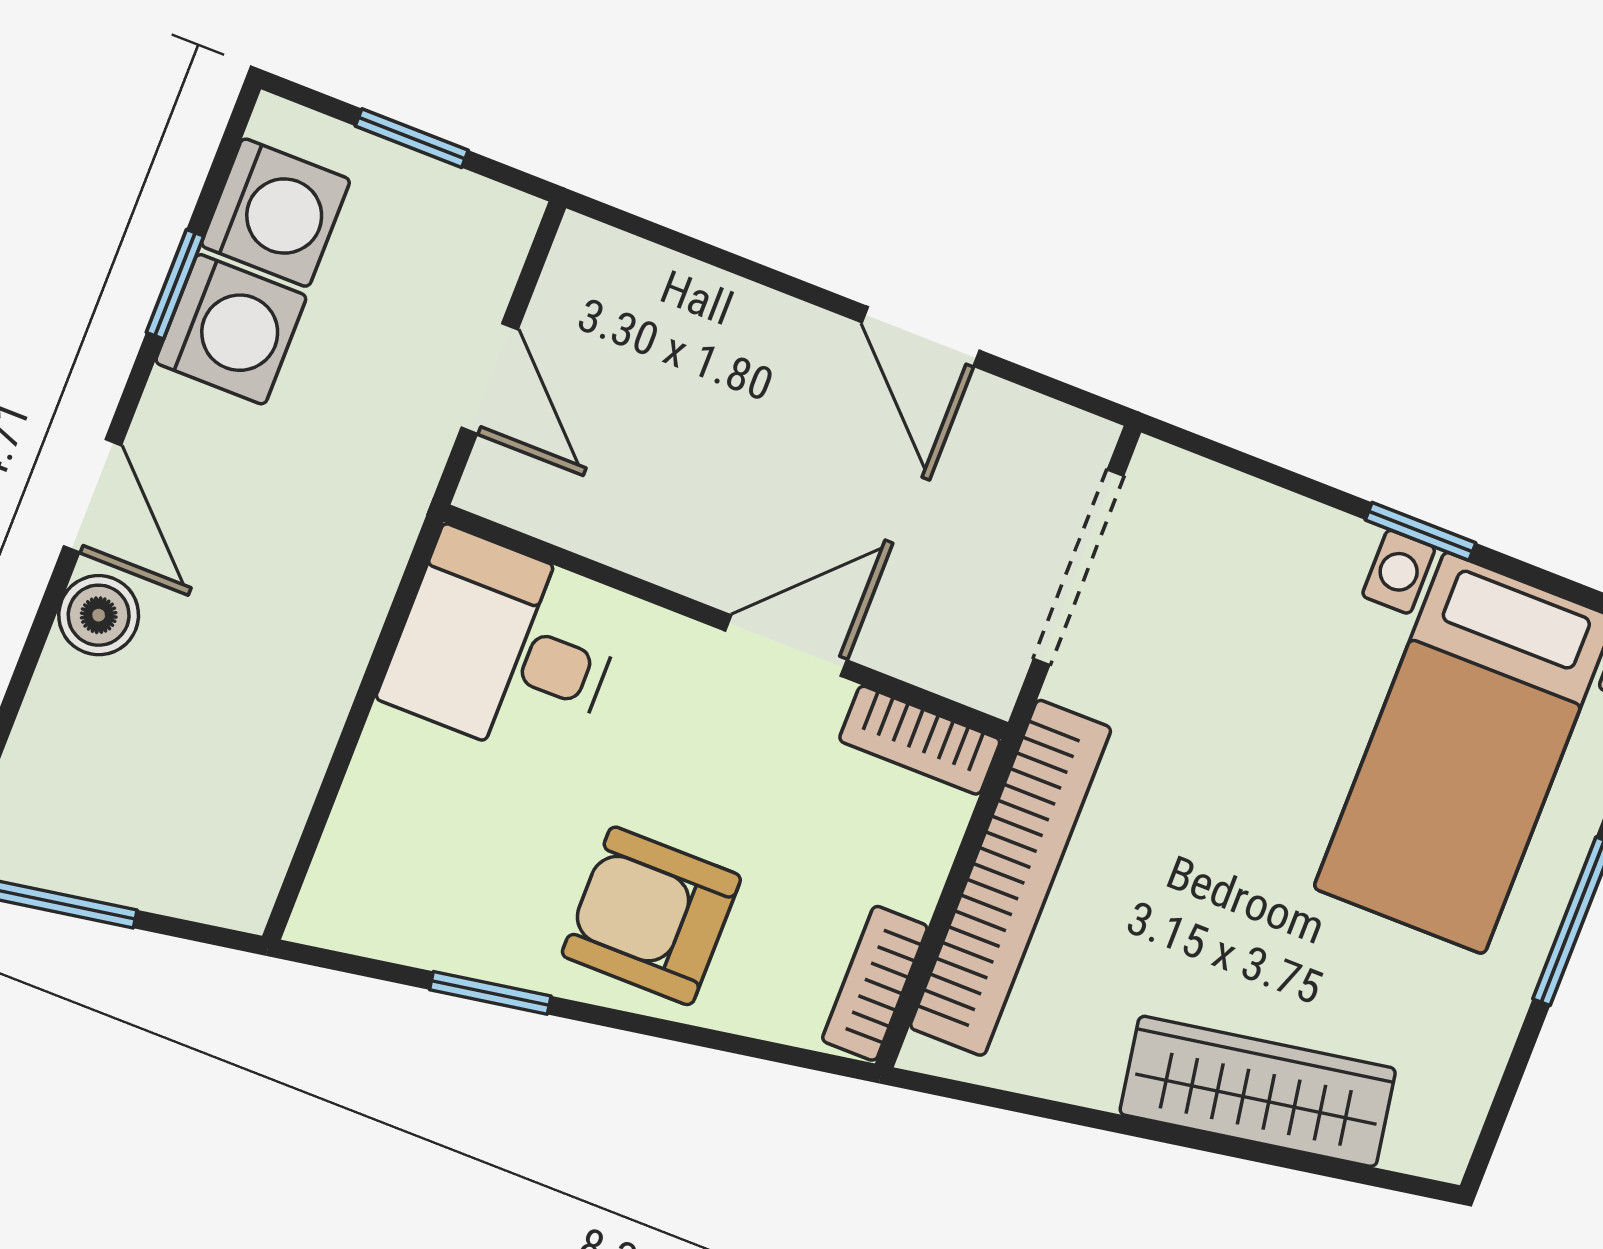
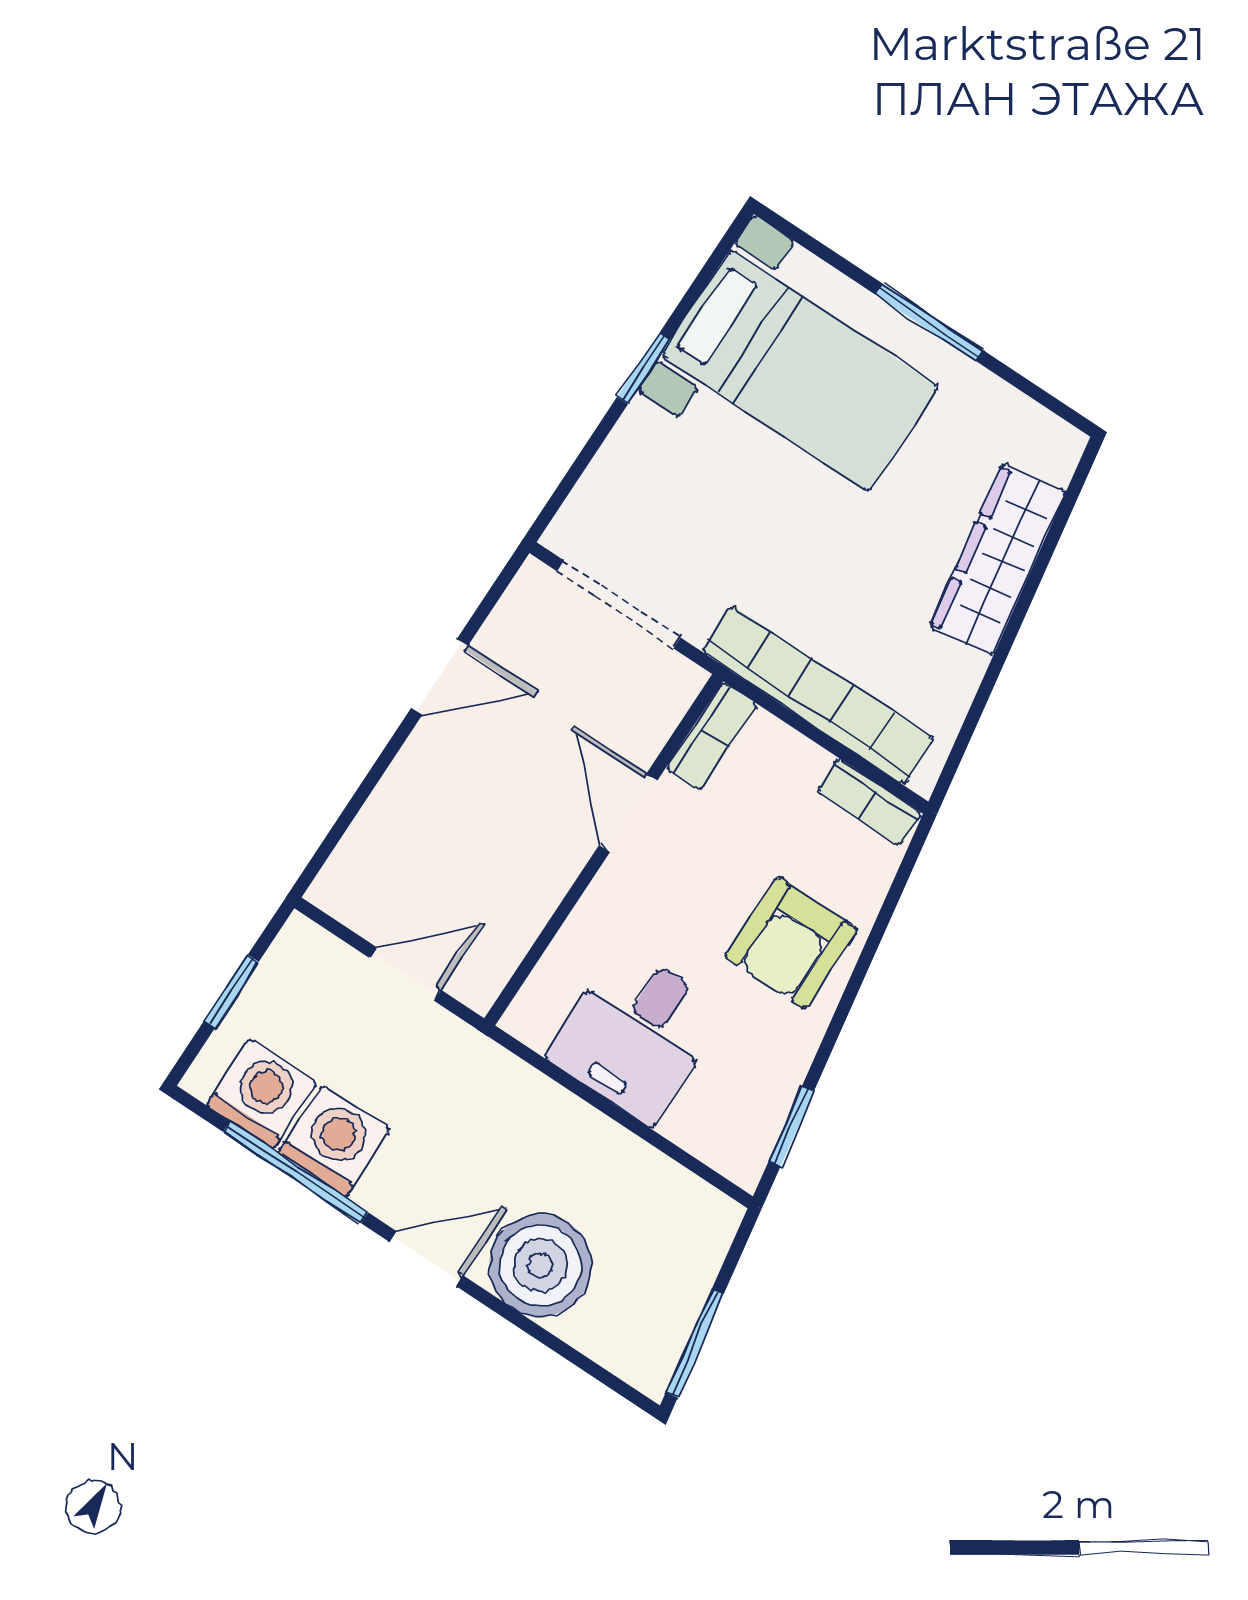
window: (175, 284) -> (296, 1172), width x2.17
boiler: (99, 615) -> (540, 1265), width x1.86, depth x1.86
desk: (505, 648) -> (636, 1034), moved
window: (490, 993) -> (791, 1126), moved

